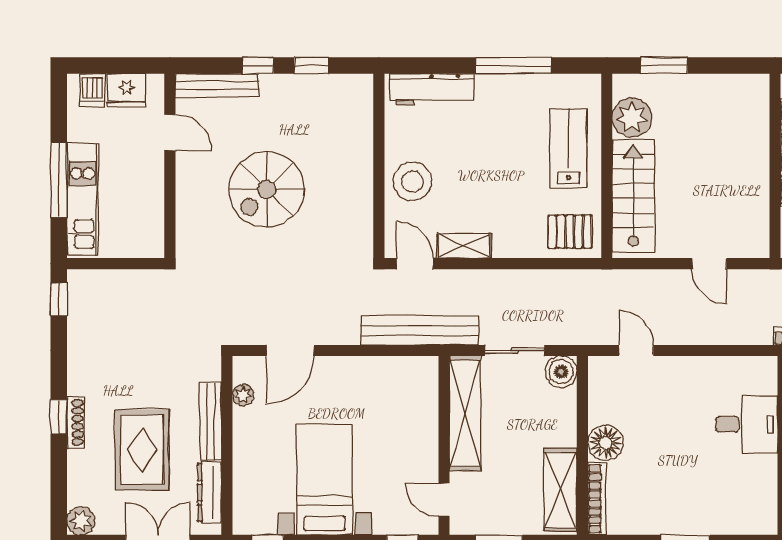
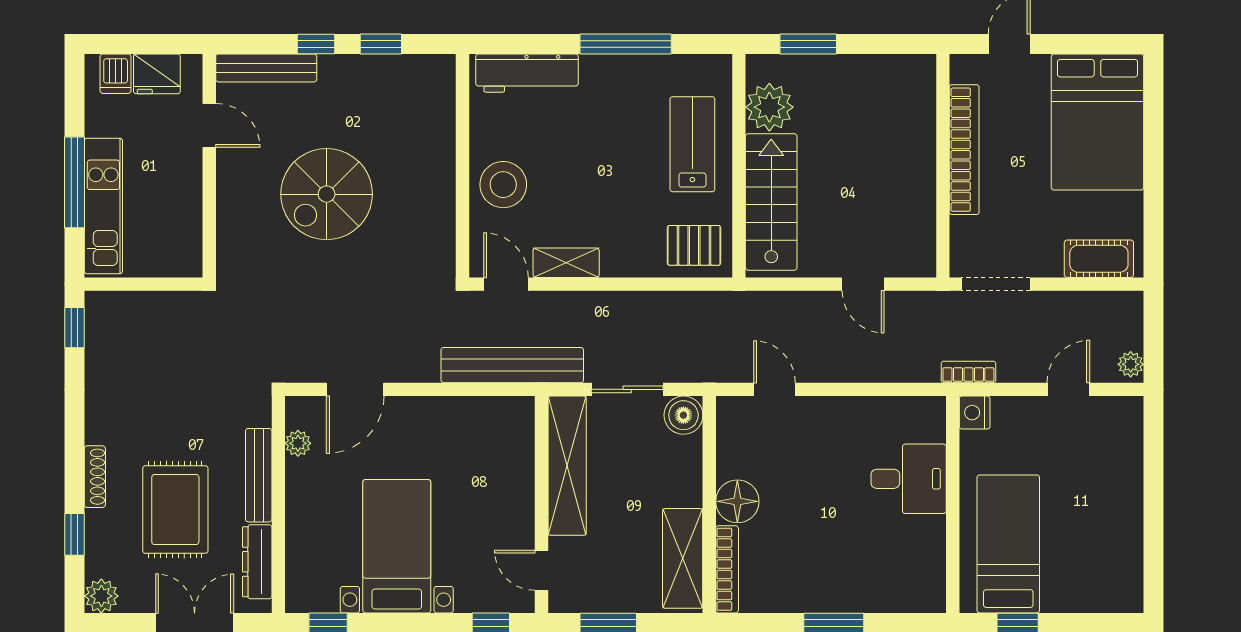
window: (59, 417) -> (74, 534), moved

